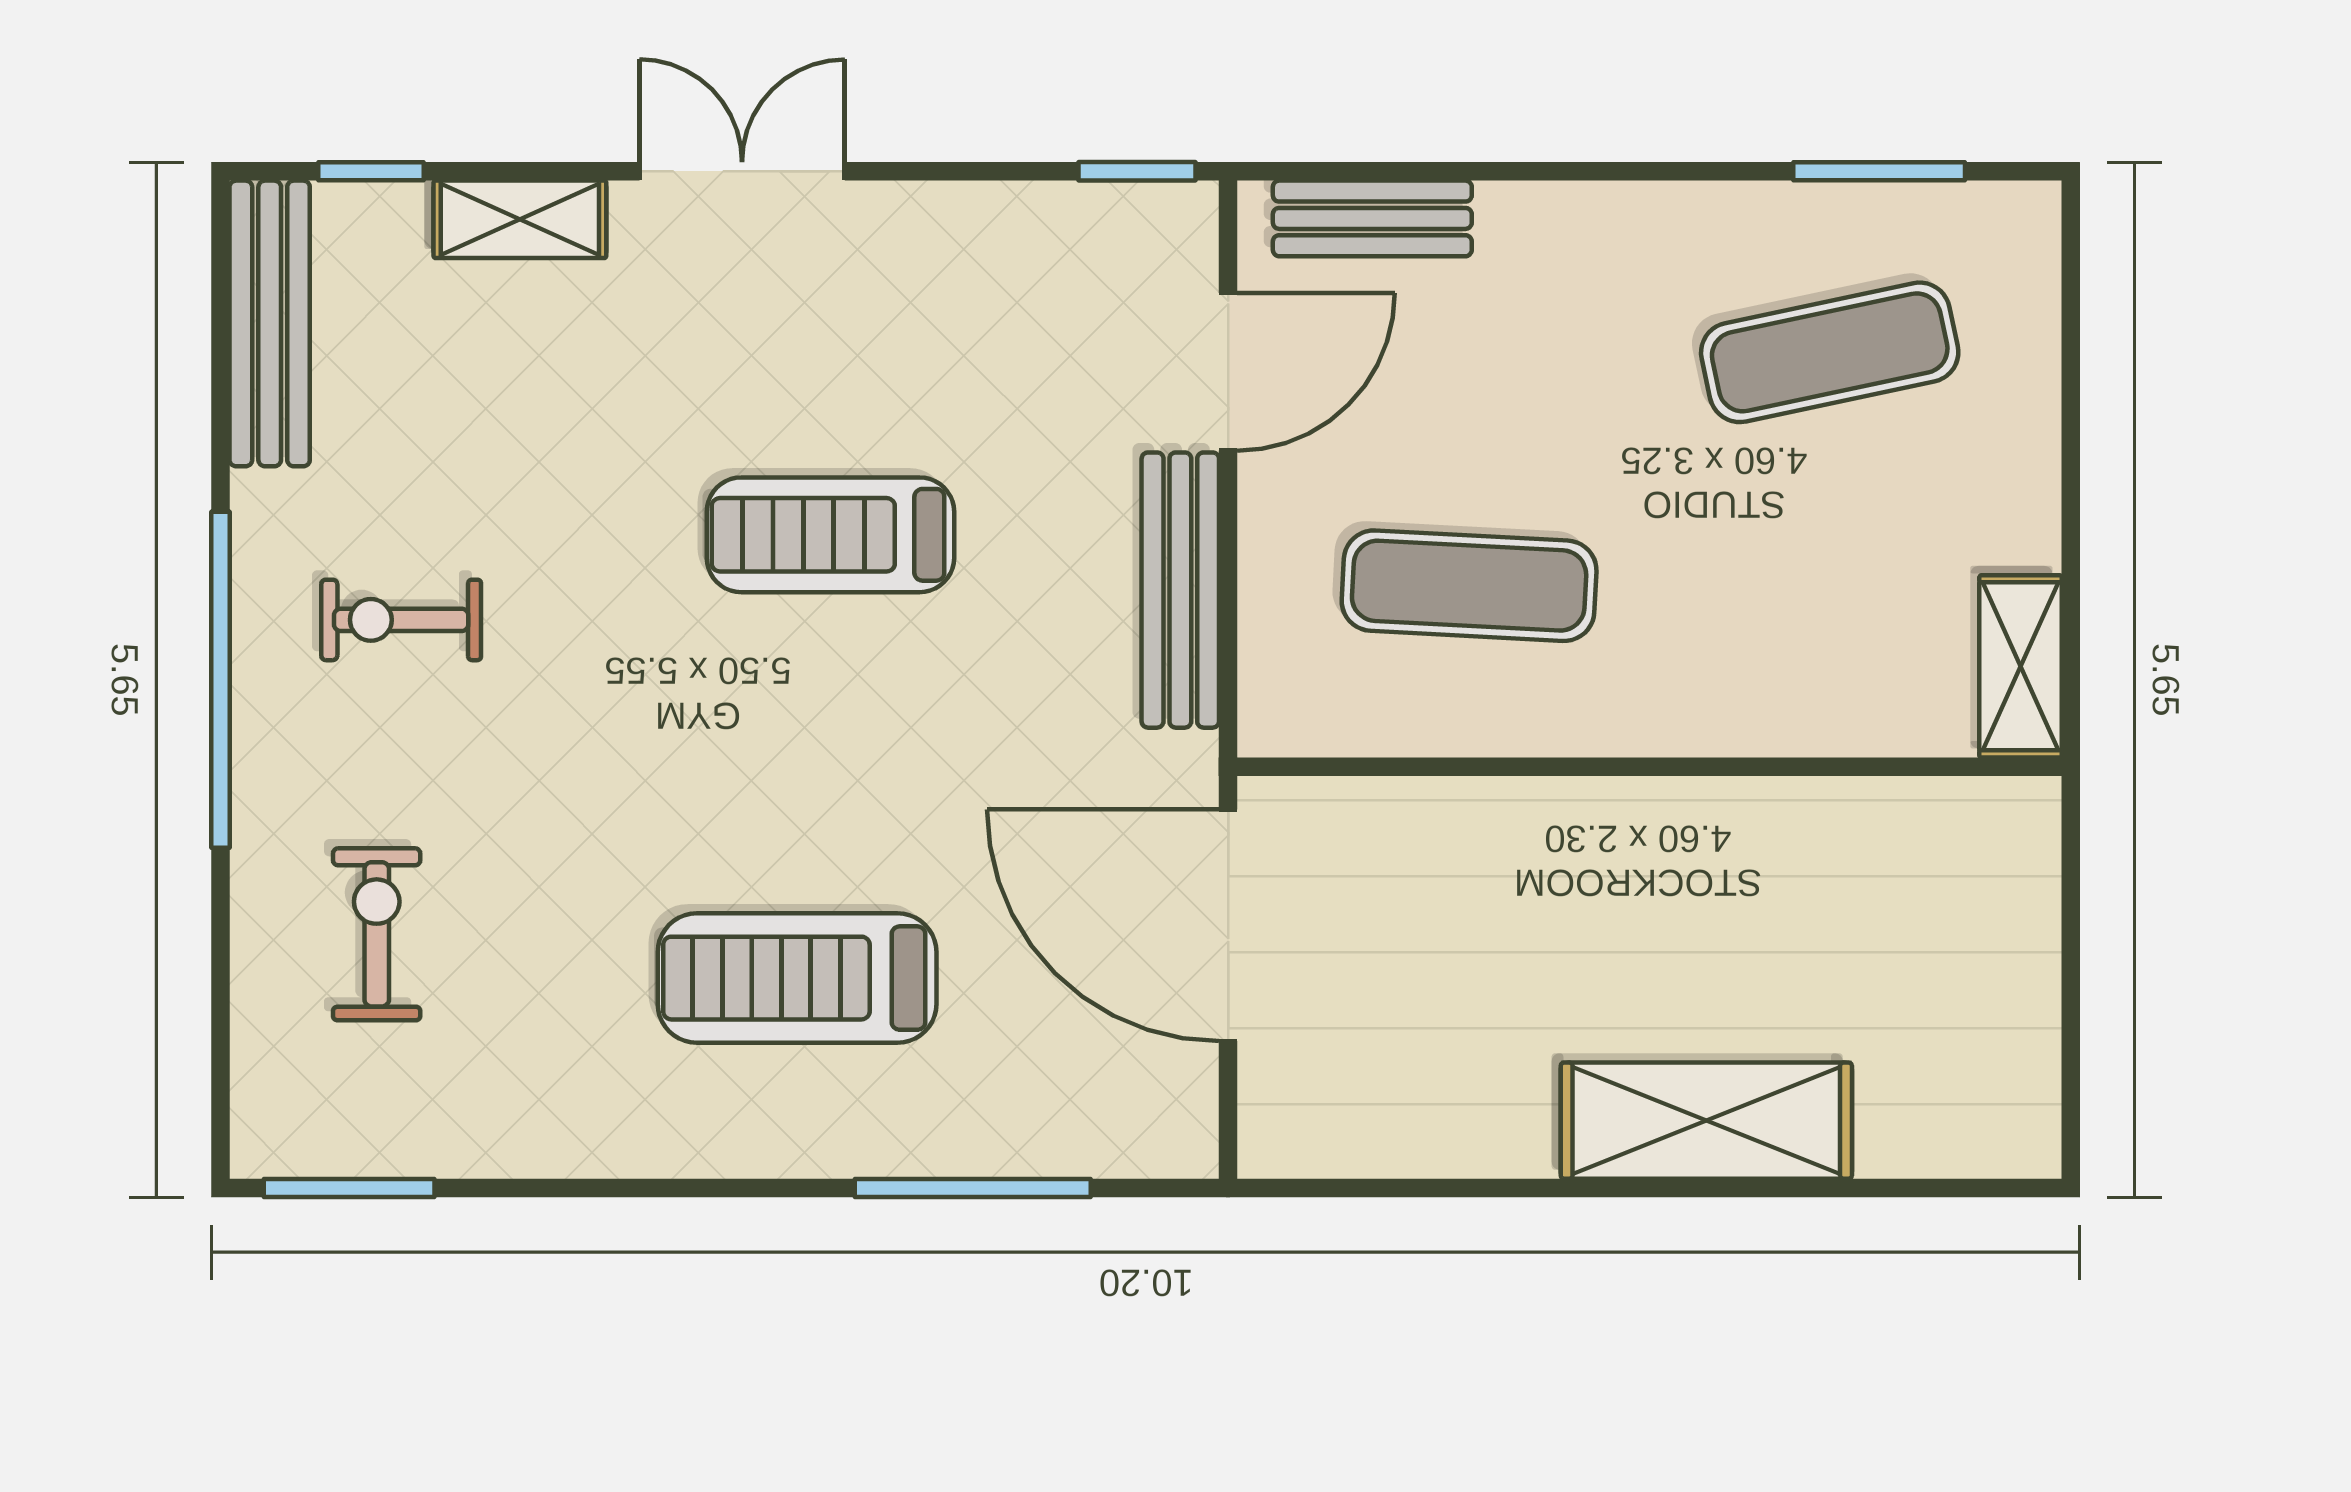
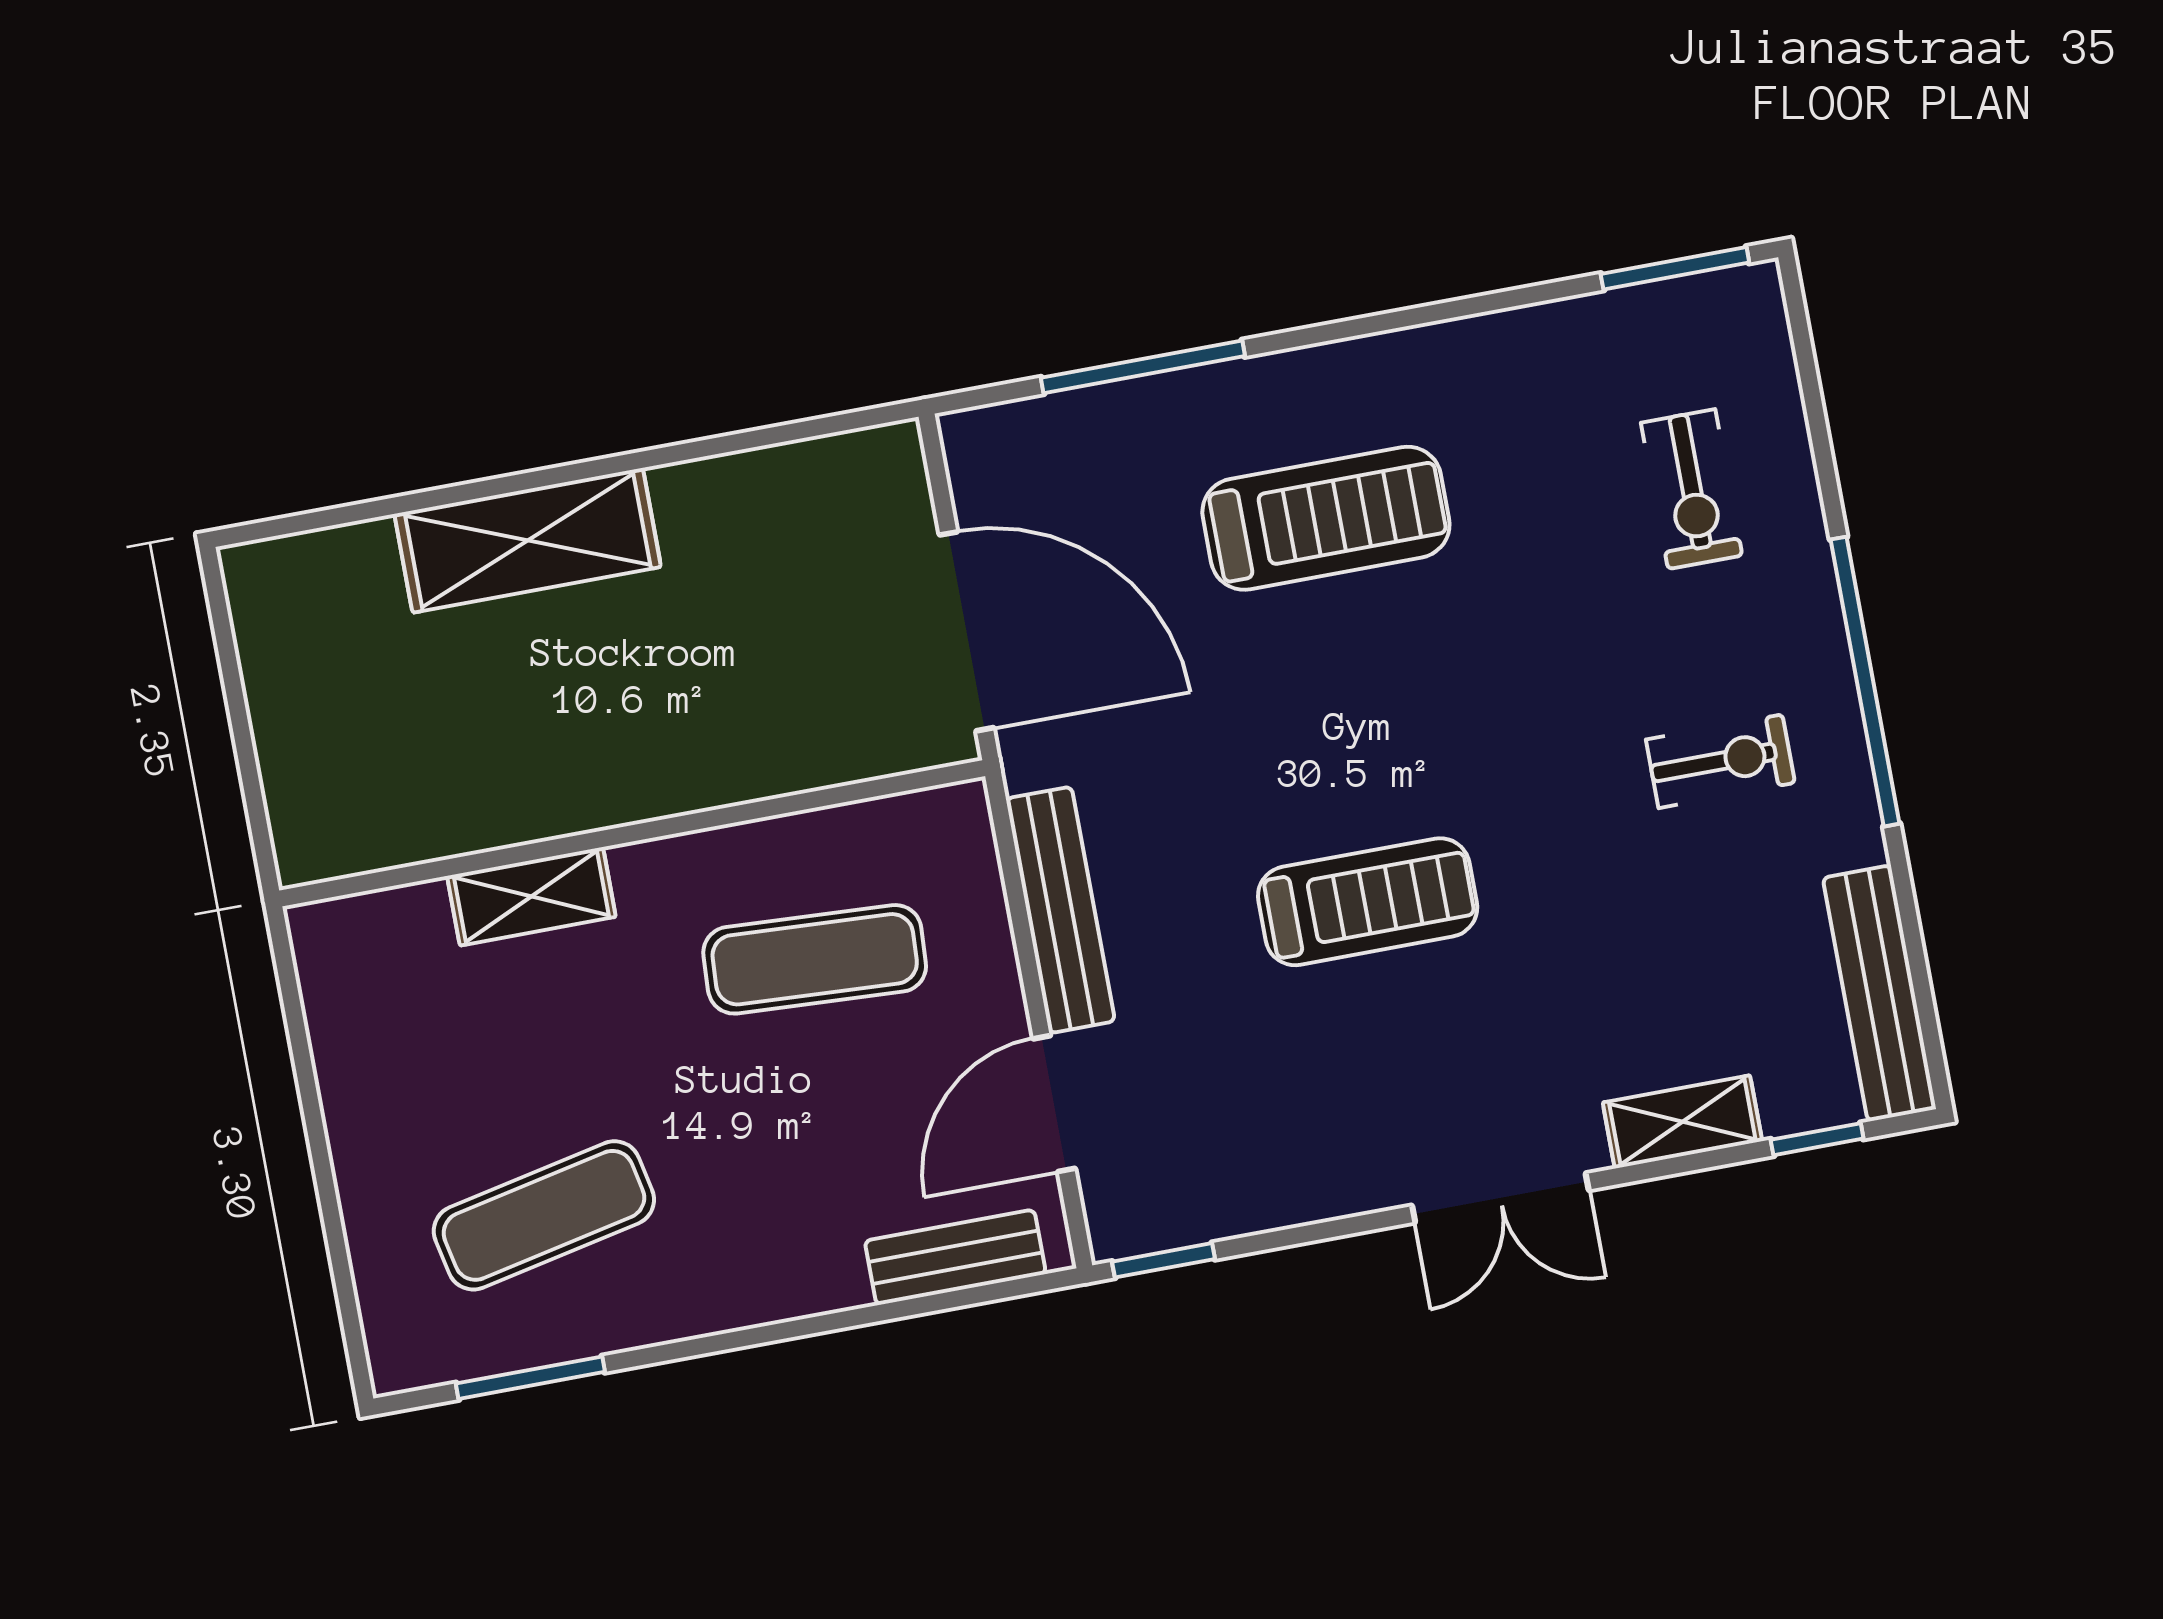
shelving: (2020, 666) -> (531, 896), moved, turned 90

